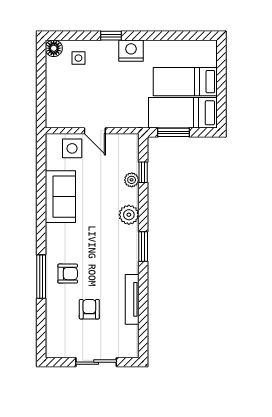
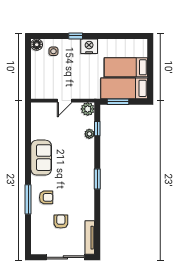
door: (95, 131) -> (65, 101), hinge flipped
side table: (72, 148) -> (49, 112), removed
sofa: (60, 197) -> (41, 158), moved
plant: (129, 215) -> (88, 109), moved
tv unit: (132, 299) -> (90, 238), moved
sliding door: (96, 362) -> (65, 257), width x1.37

